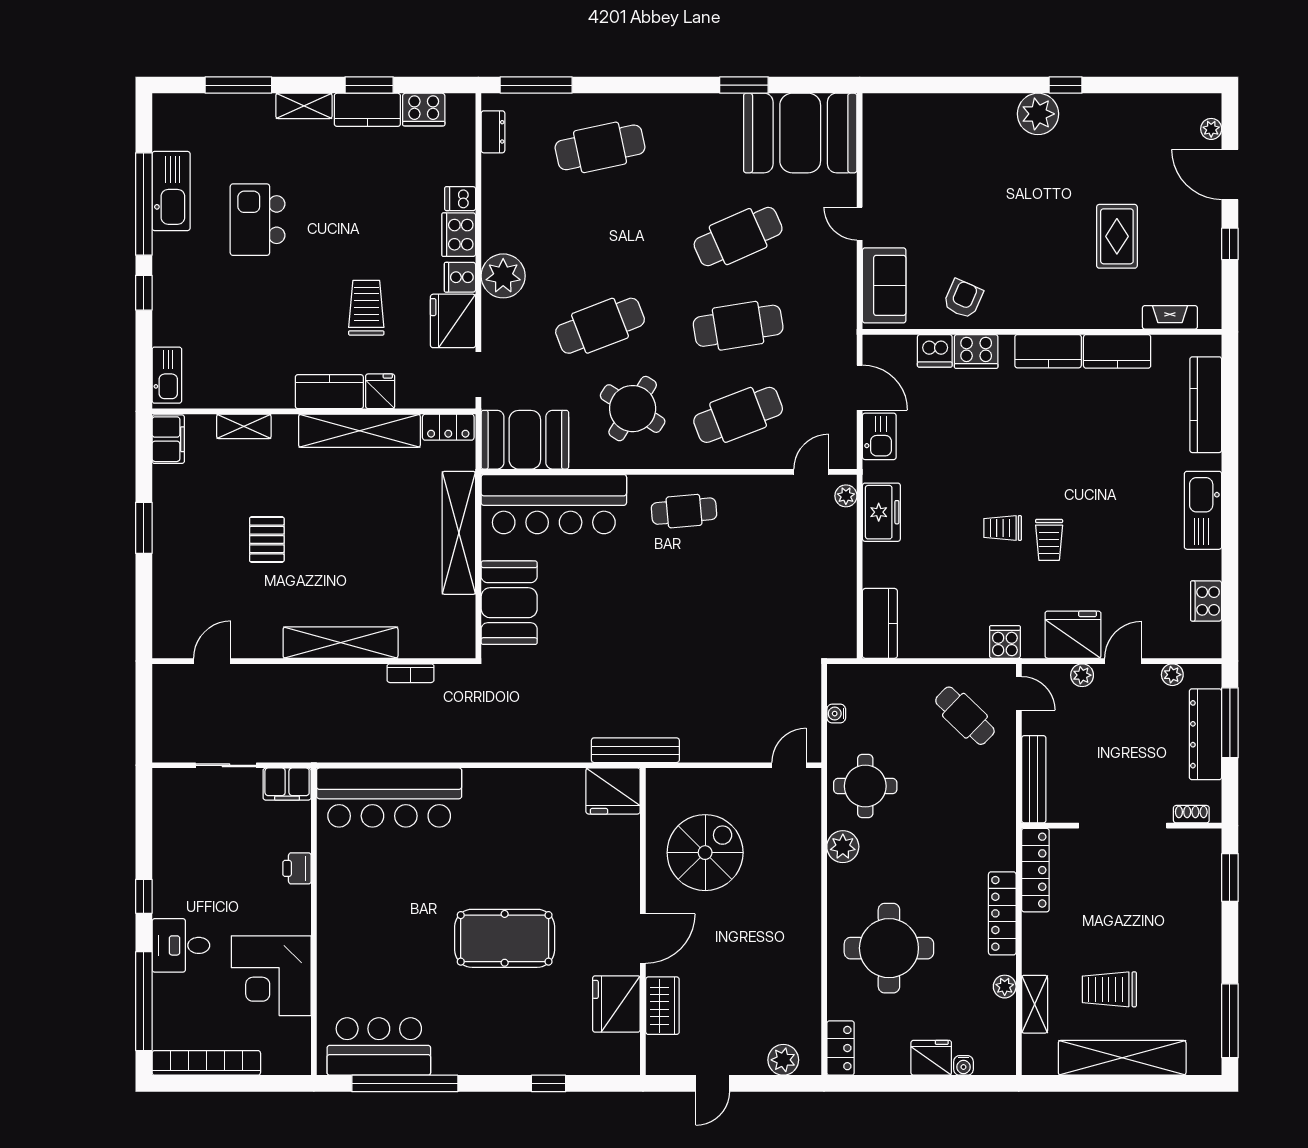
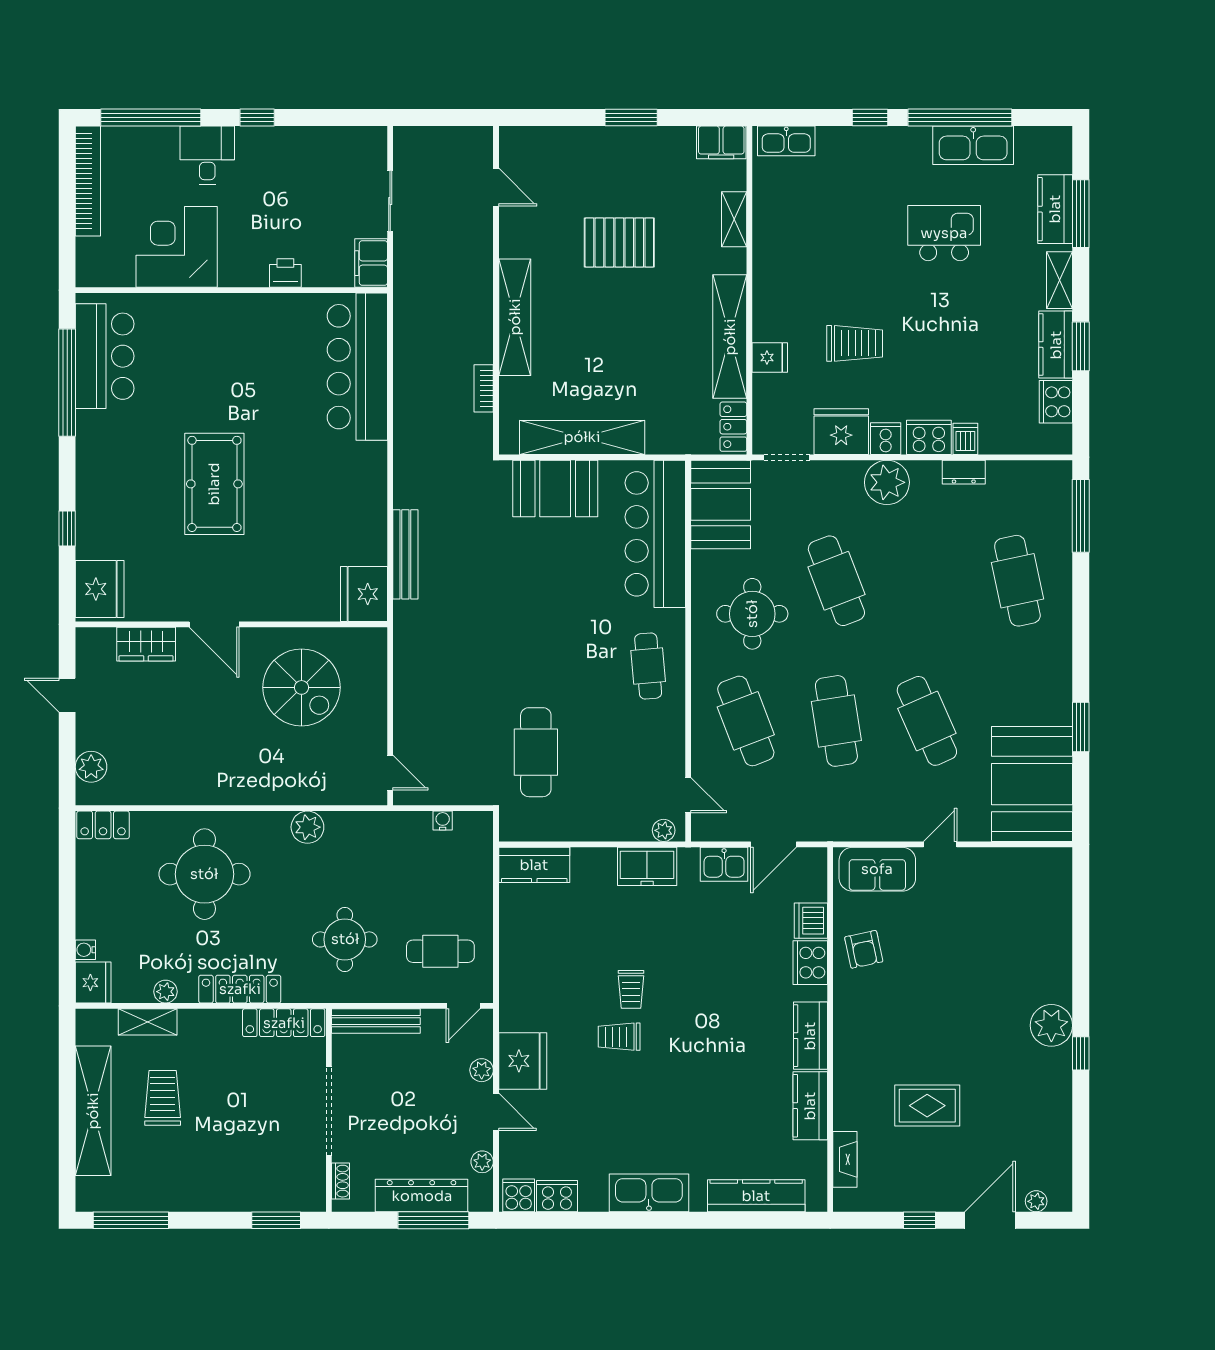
dresser: (493, 132) -> (964, 472), moved
armchair: (963, 299) -> (864, 949), turned 54
kitchen counter: (329, 392) -> (1055, 209), moved, turned 180
round table: (633, 409) -> (752, 614), turned -32
trolley: (1003, 528) -> (631, 989), turned 180
shelving: (459, 533) -> (582, 437), moved
pallet: (267, 540) -> (619, 242), width x1.50, depth x1.42
cafe table: (769, 622) -> (536, 752), added
cooker: (1005, 642) -> (519, 1195), moved, turned -90
cafe table: (965, 716) -> (440, 951), turned 46
bench: (635, 750) -> (405, 554), moved
round table: (865, 786) -> (345, 939), moved
fridge: (616, 1004) -> (100, 589), moved, turned 90
fridge: (931, 1058) -> (93, 983), moved

